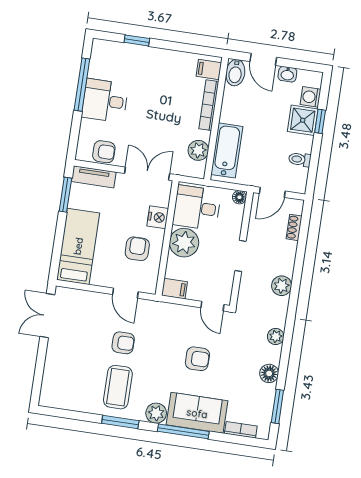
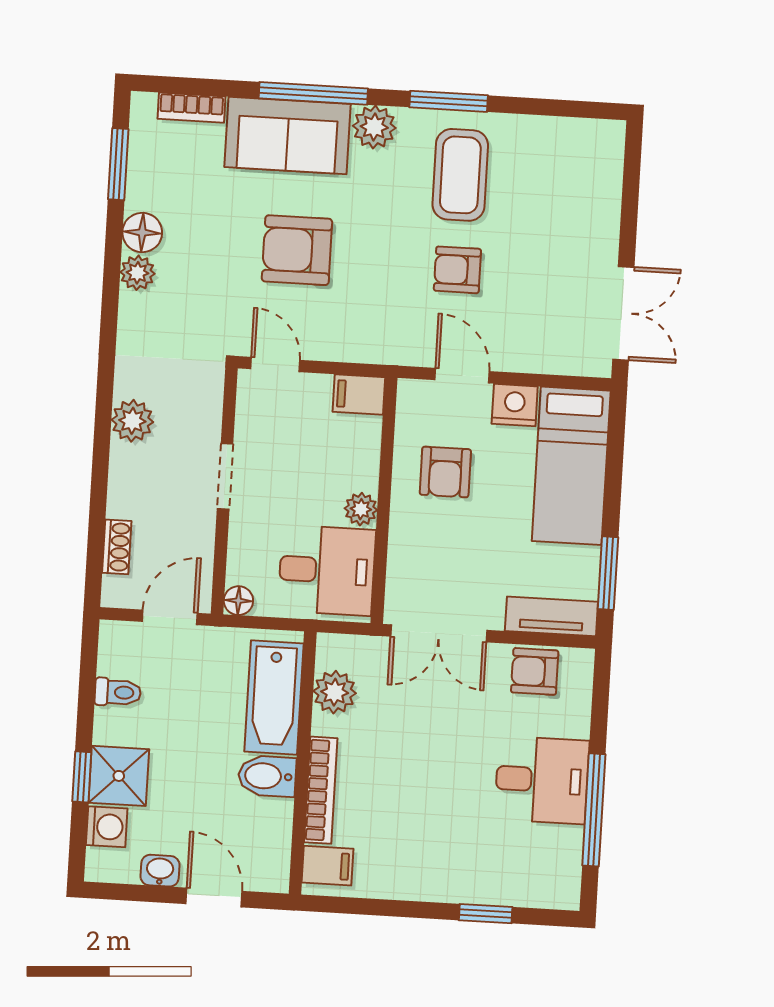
bidet: (235, 73) -> (267, 776), moved, turned -90
nightstand: (158, 217) -> (515, 405), moved, turned 90
plant: (184, 243) -> (361, 509), width x0.53, depth x0.53
plant: (276, 336) -> (137, 273), moved
armchair: (197, 359) -> (297, 250), width x1.38, depth x1.38

